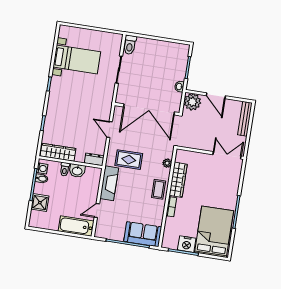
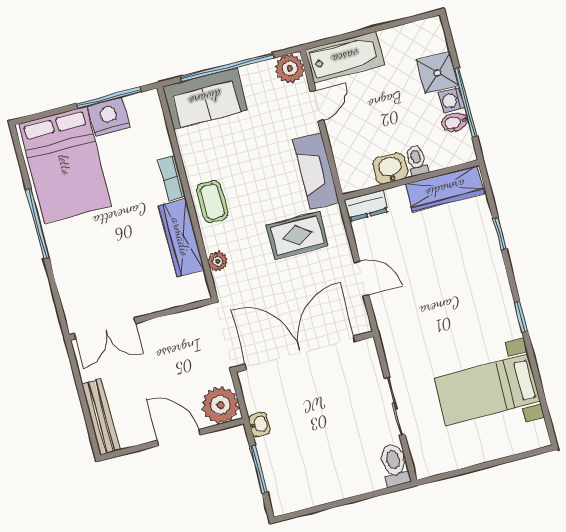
washing machine: (42, 168) -> (451, 100), moved
plant: (101, 231) -> (290, 68), added

